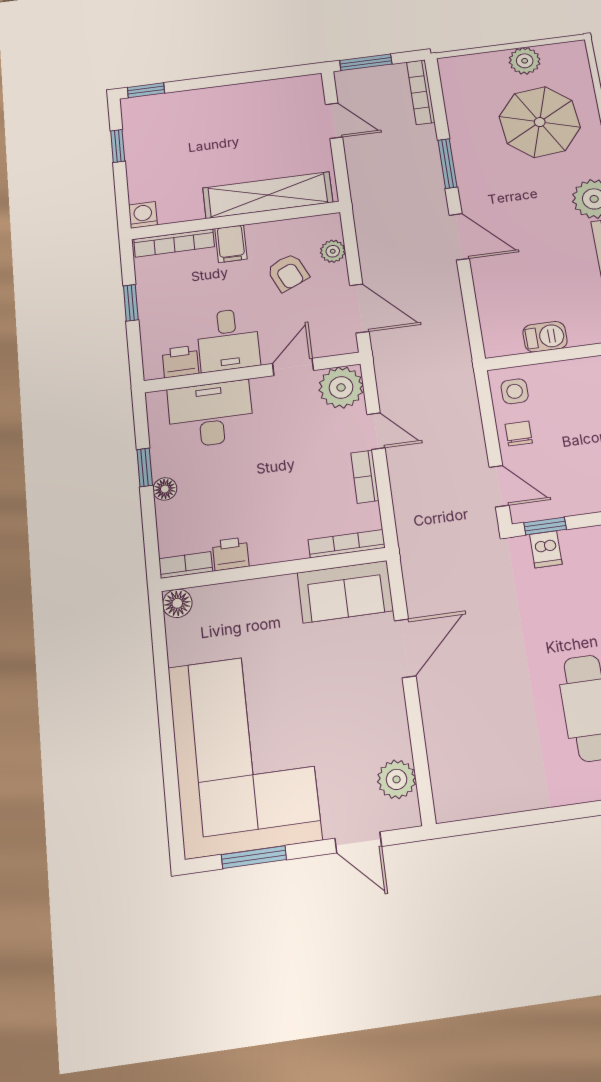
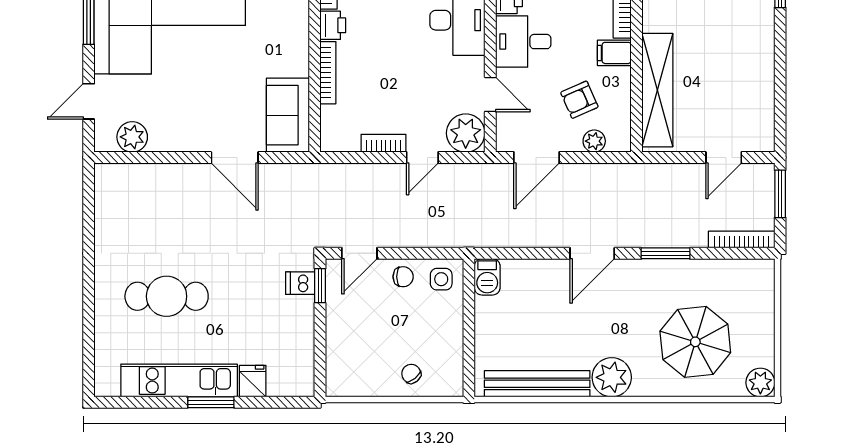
plant: (525, 61) -> (760, 383), moved
barbecue: (545, 337) -> (487, 277), moved
bookcase: (347, 544) -> (328, 73), moved

